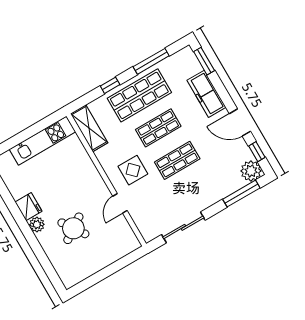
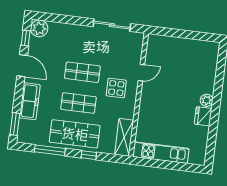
window: (241, 194) -> (57, 18), removed
round table: (73, 228) -> (184, 80), removed

